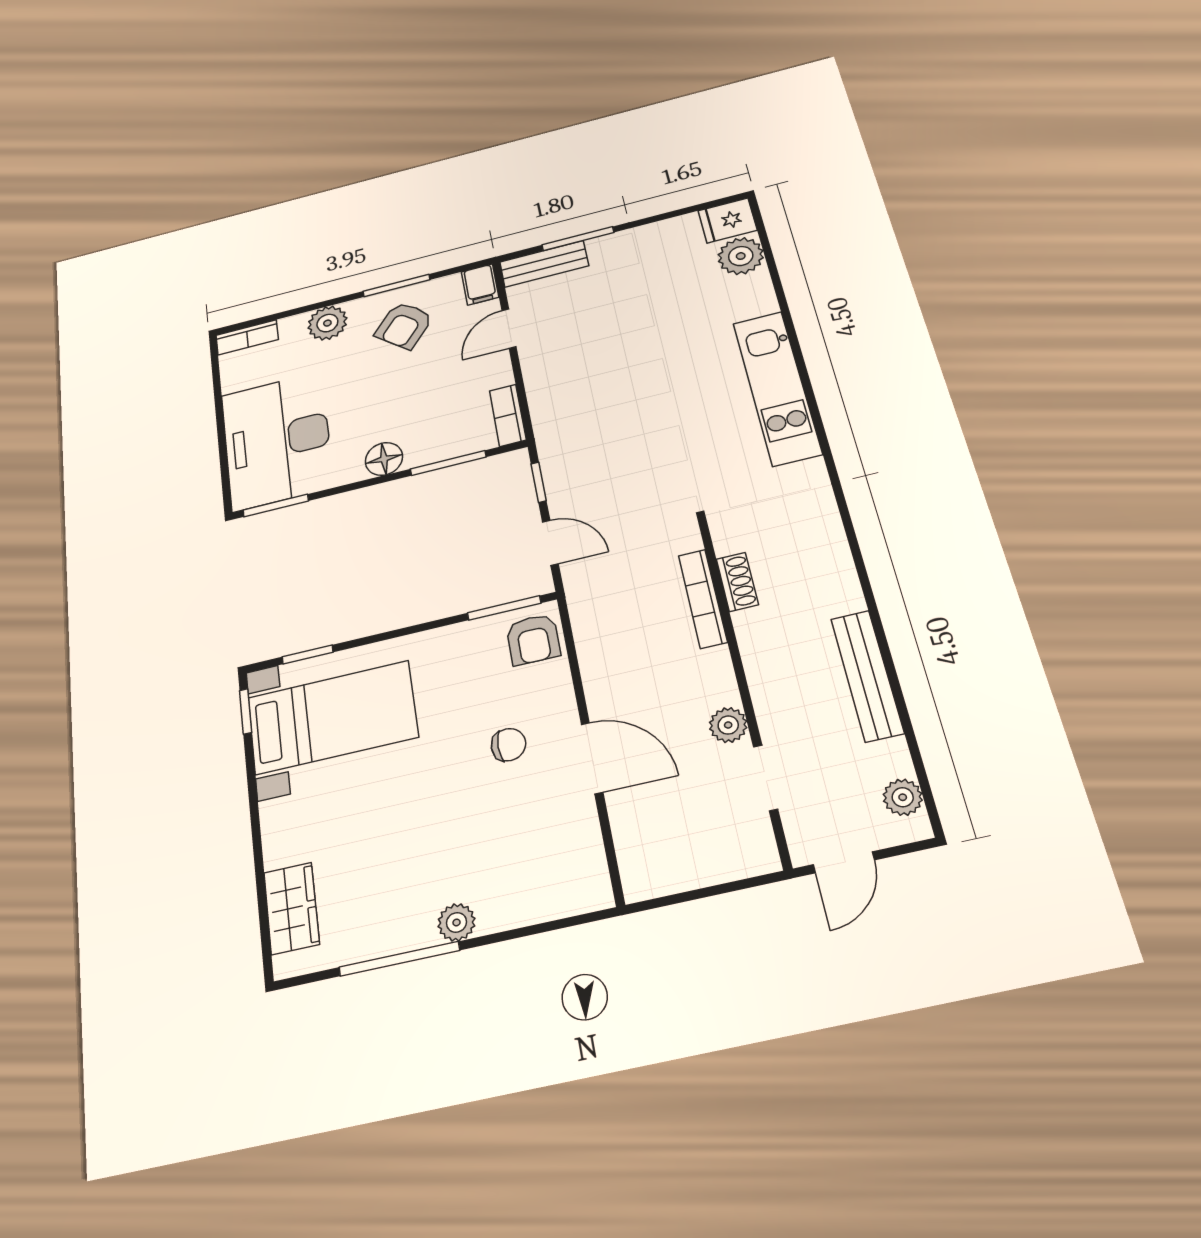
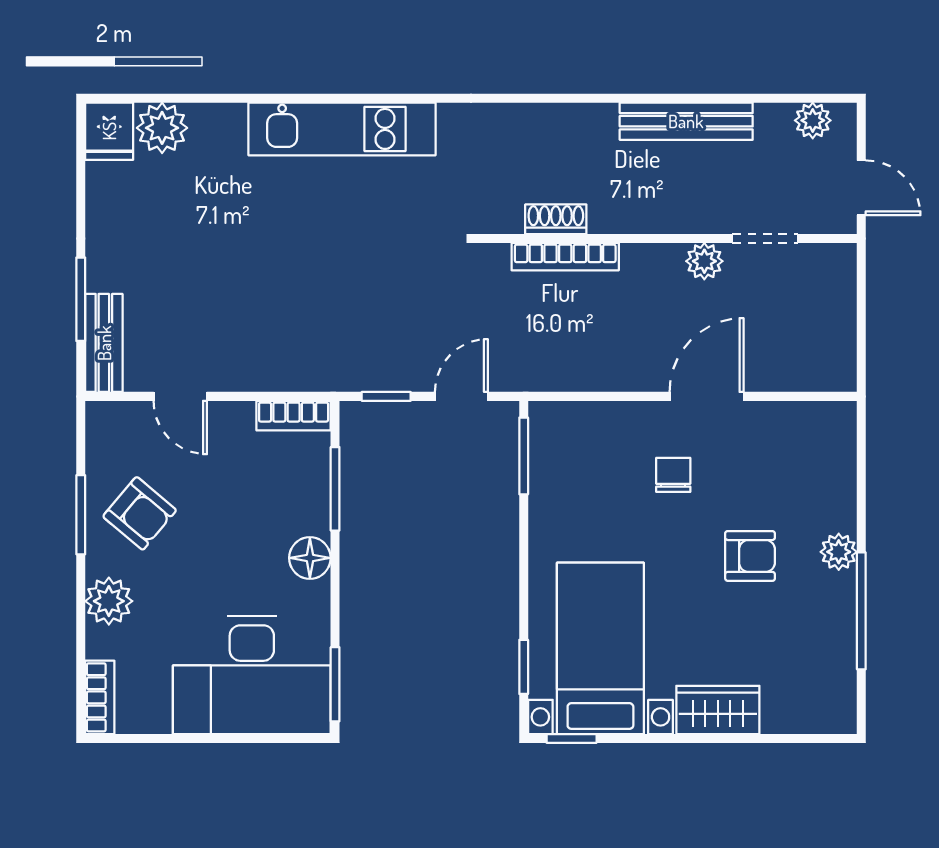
filing cabinet: (480, 284) -> (110, 419), removed
armchair: (533, 639) -> (750, 556), moved
wardrobe: (291, 908) -> (718, 710), moved

